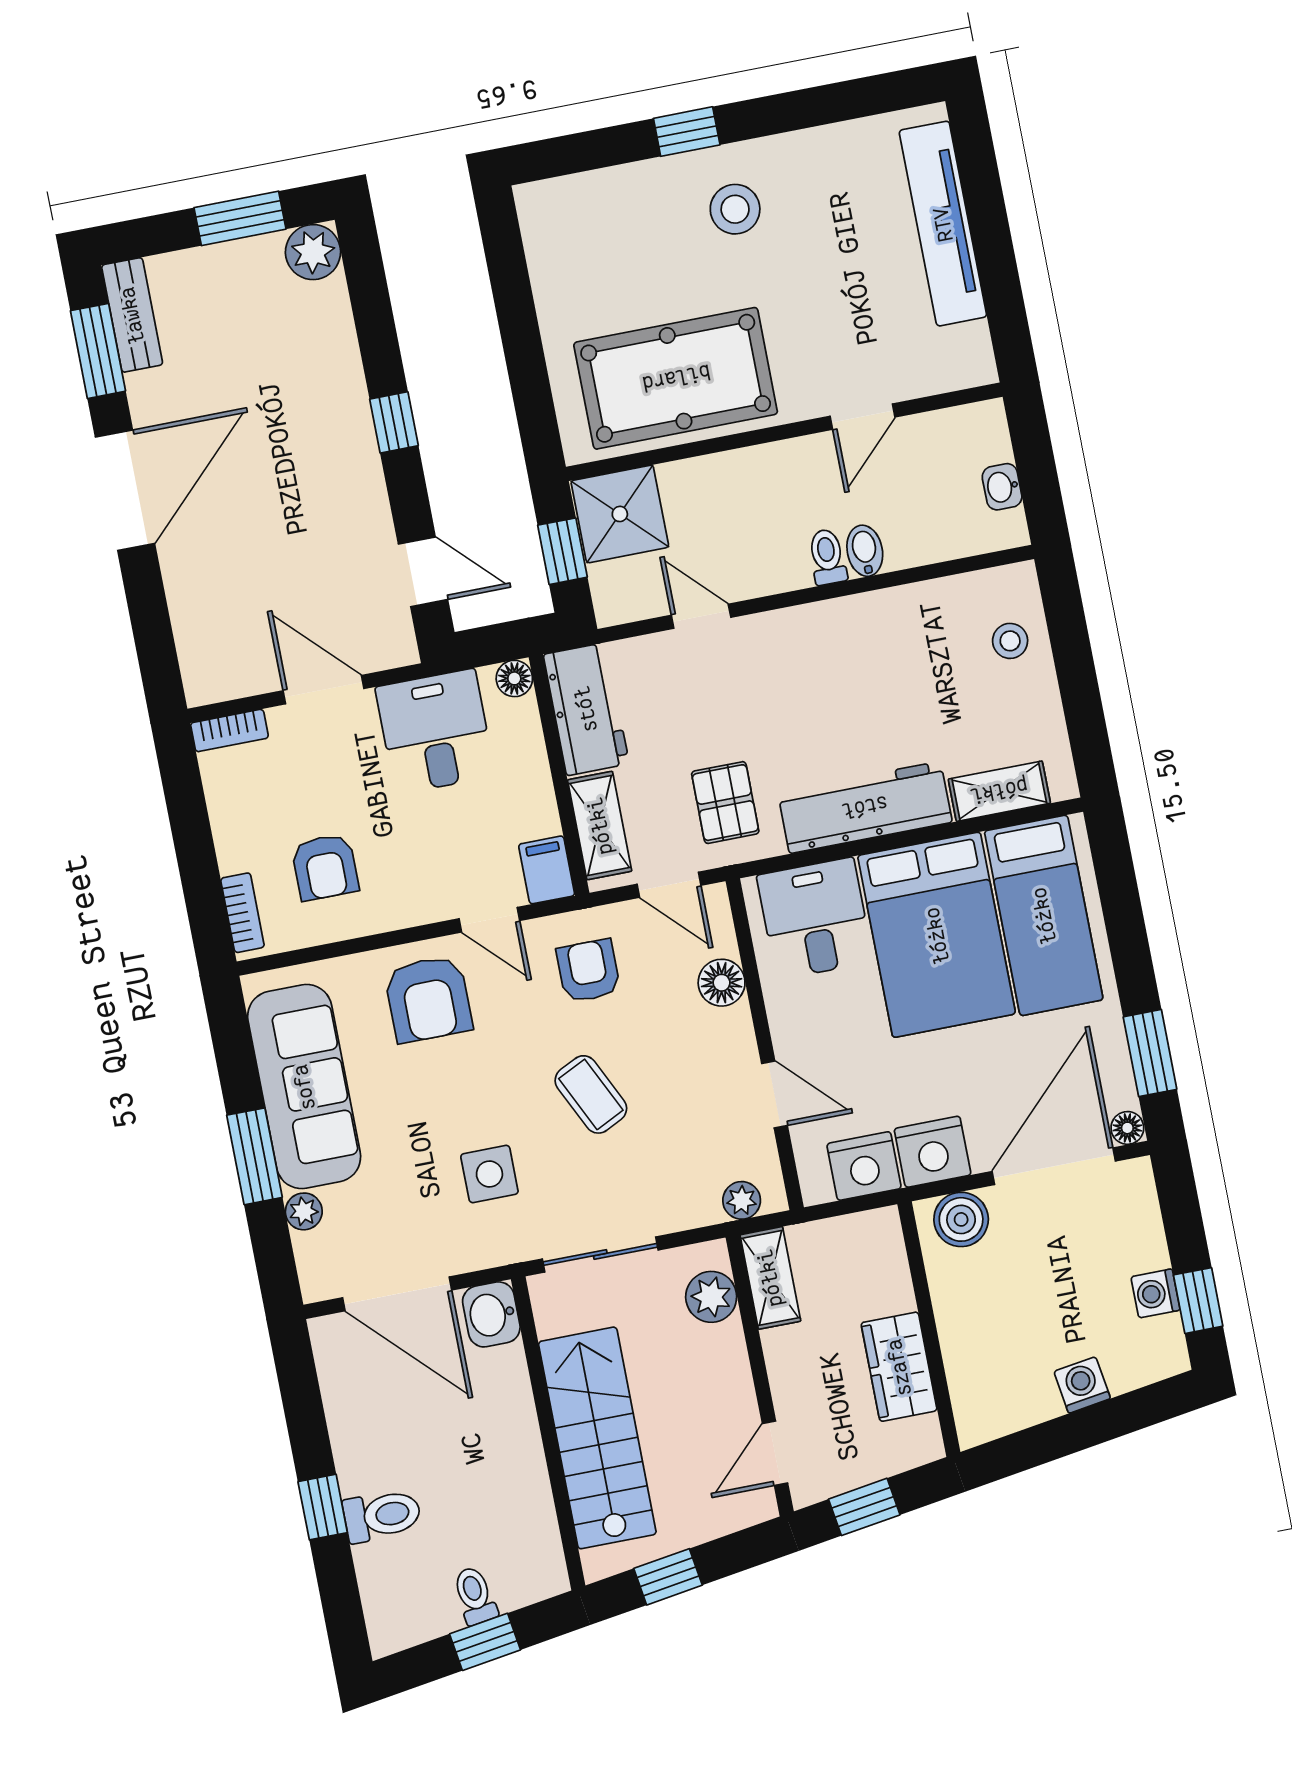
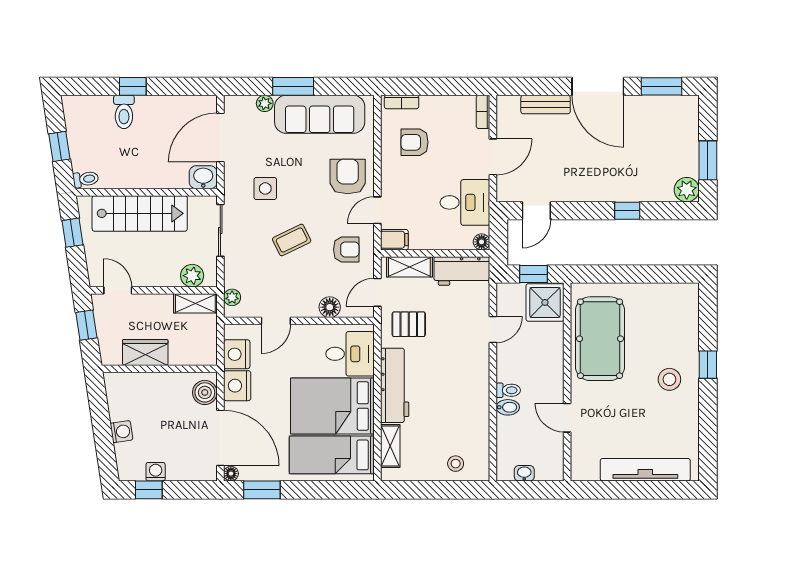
bench: (132, 315) -> (546, 105), moved
window: (394, 422) -> (627, 211), moved
armchair: (428, 999) -> (348, 177), turned 90
toilet: (475, 1596) -> (86, 179), moved

